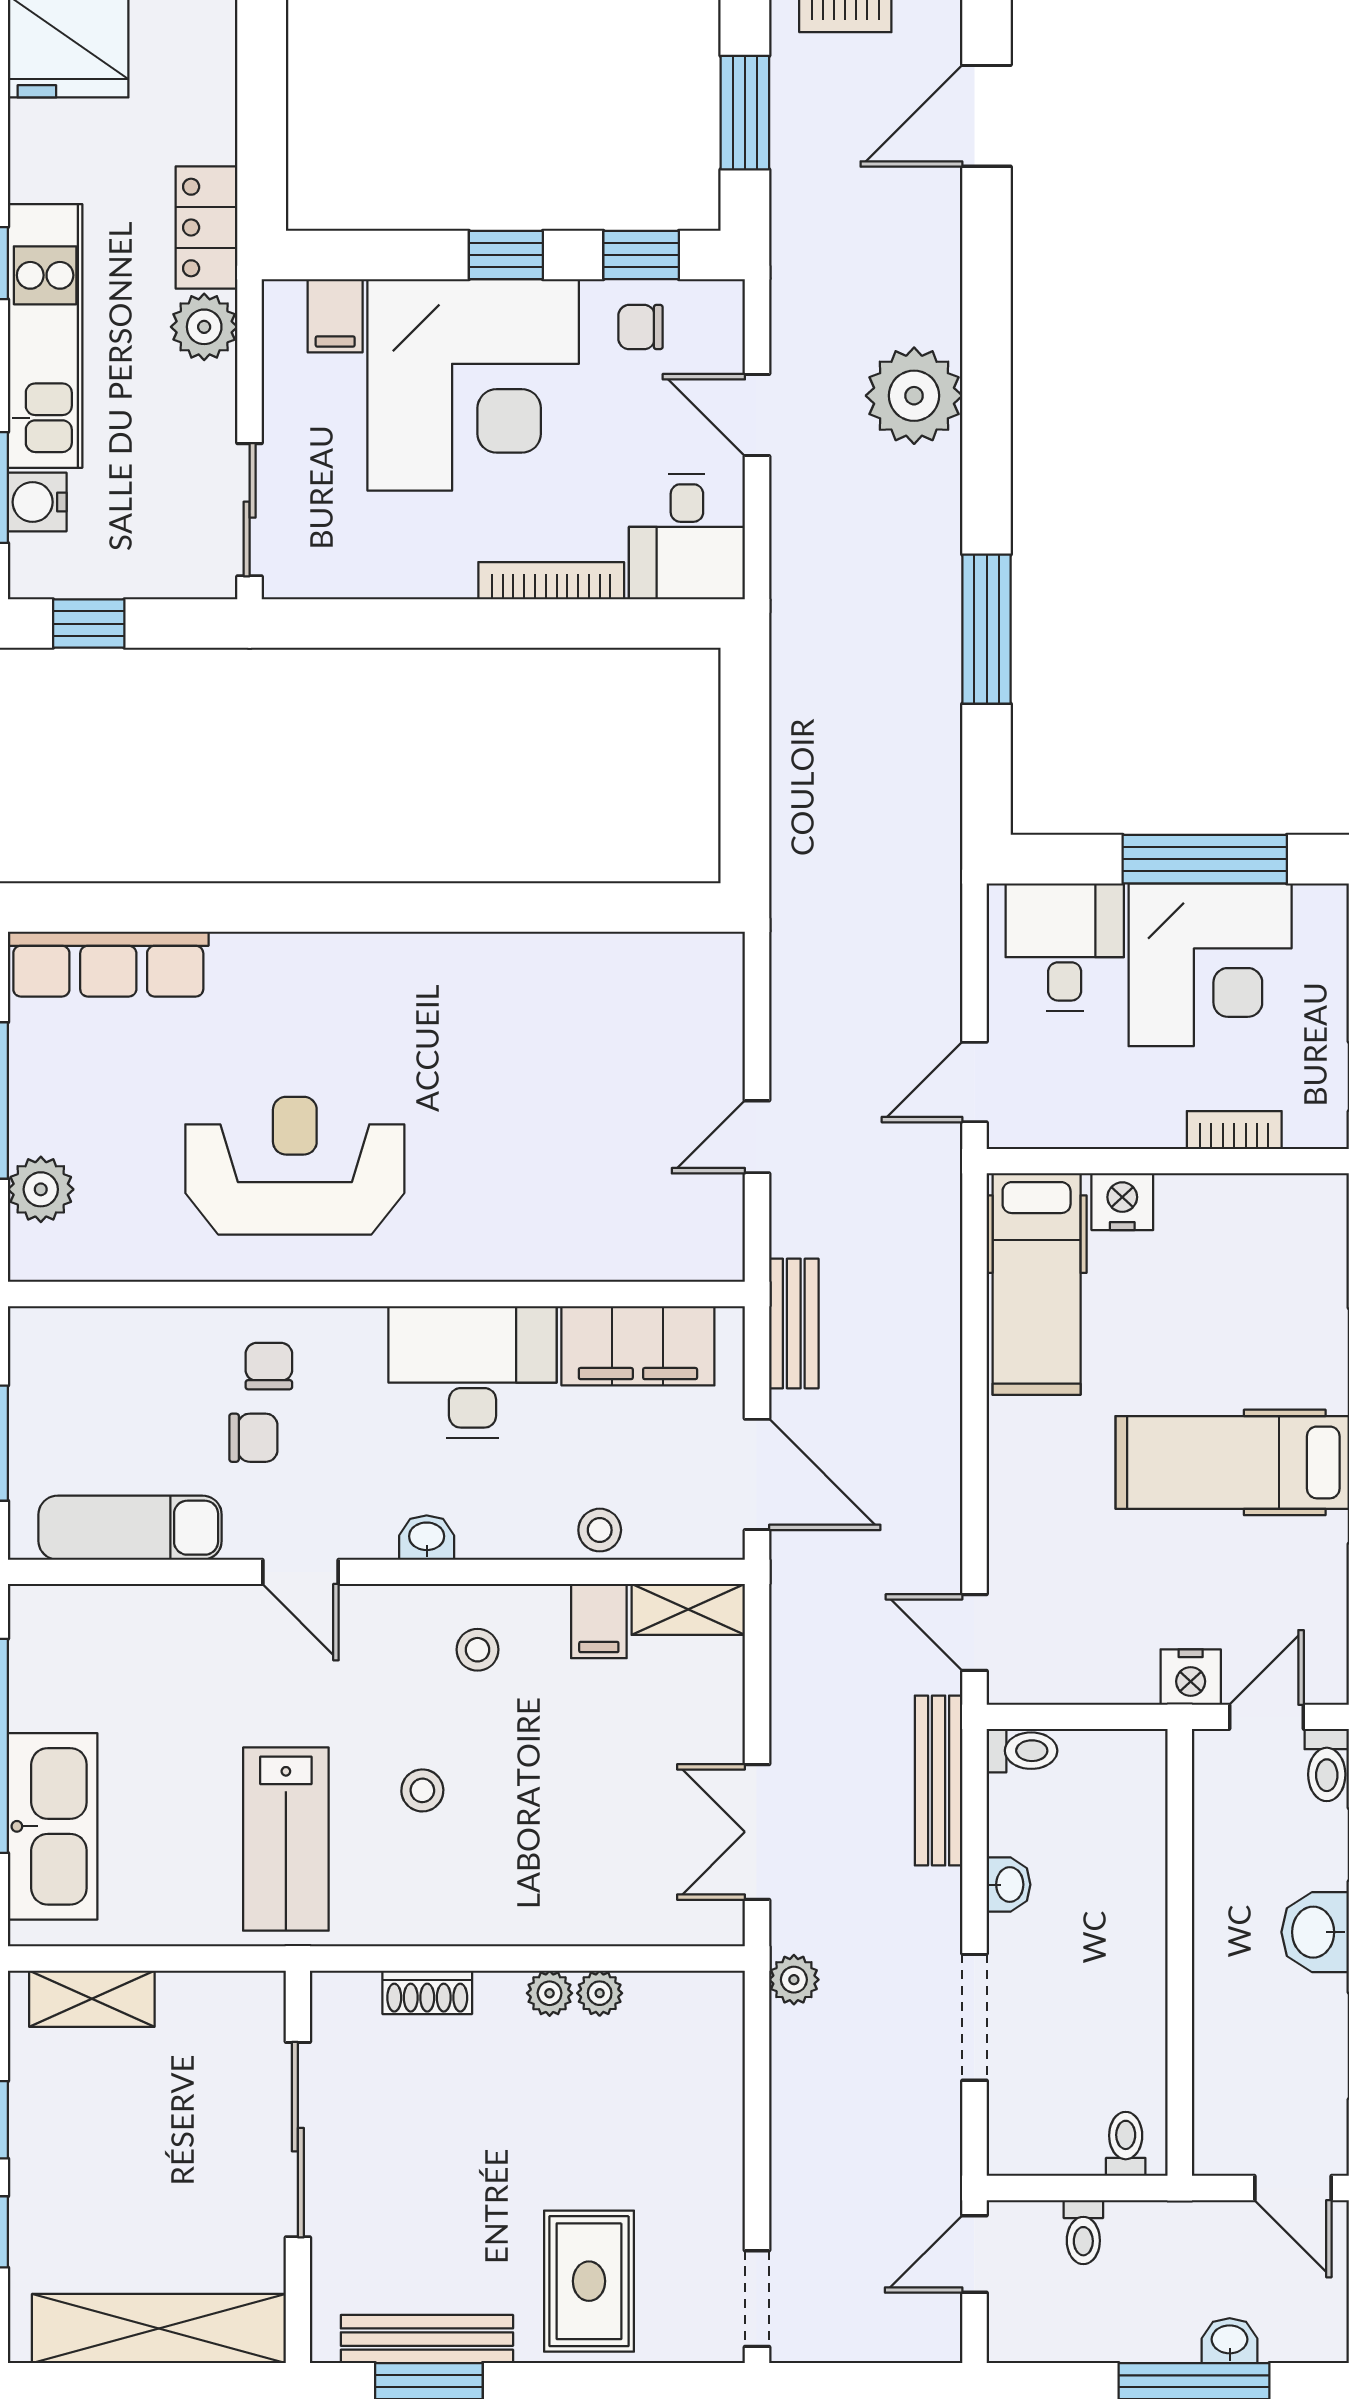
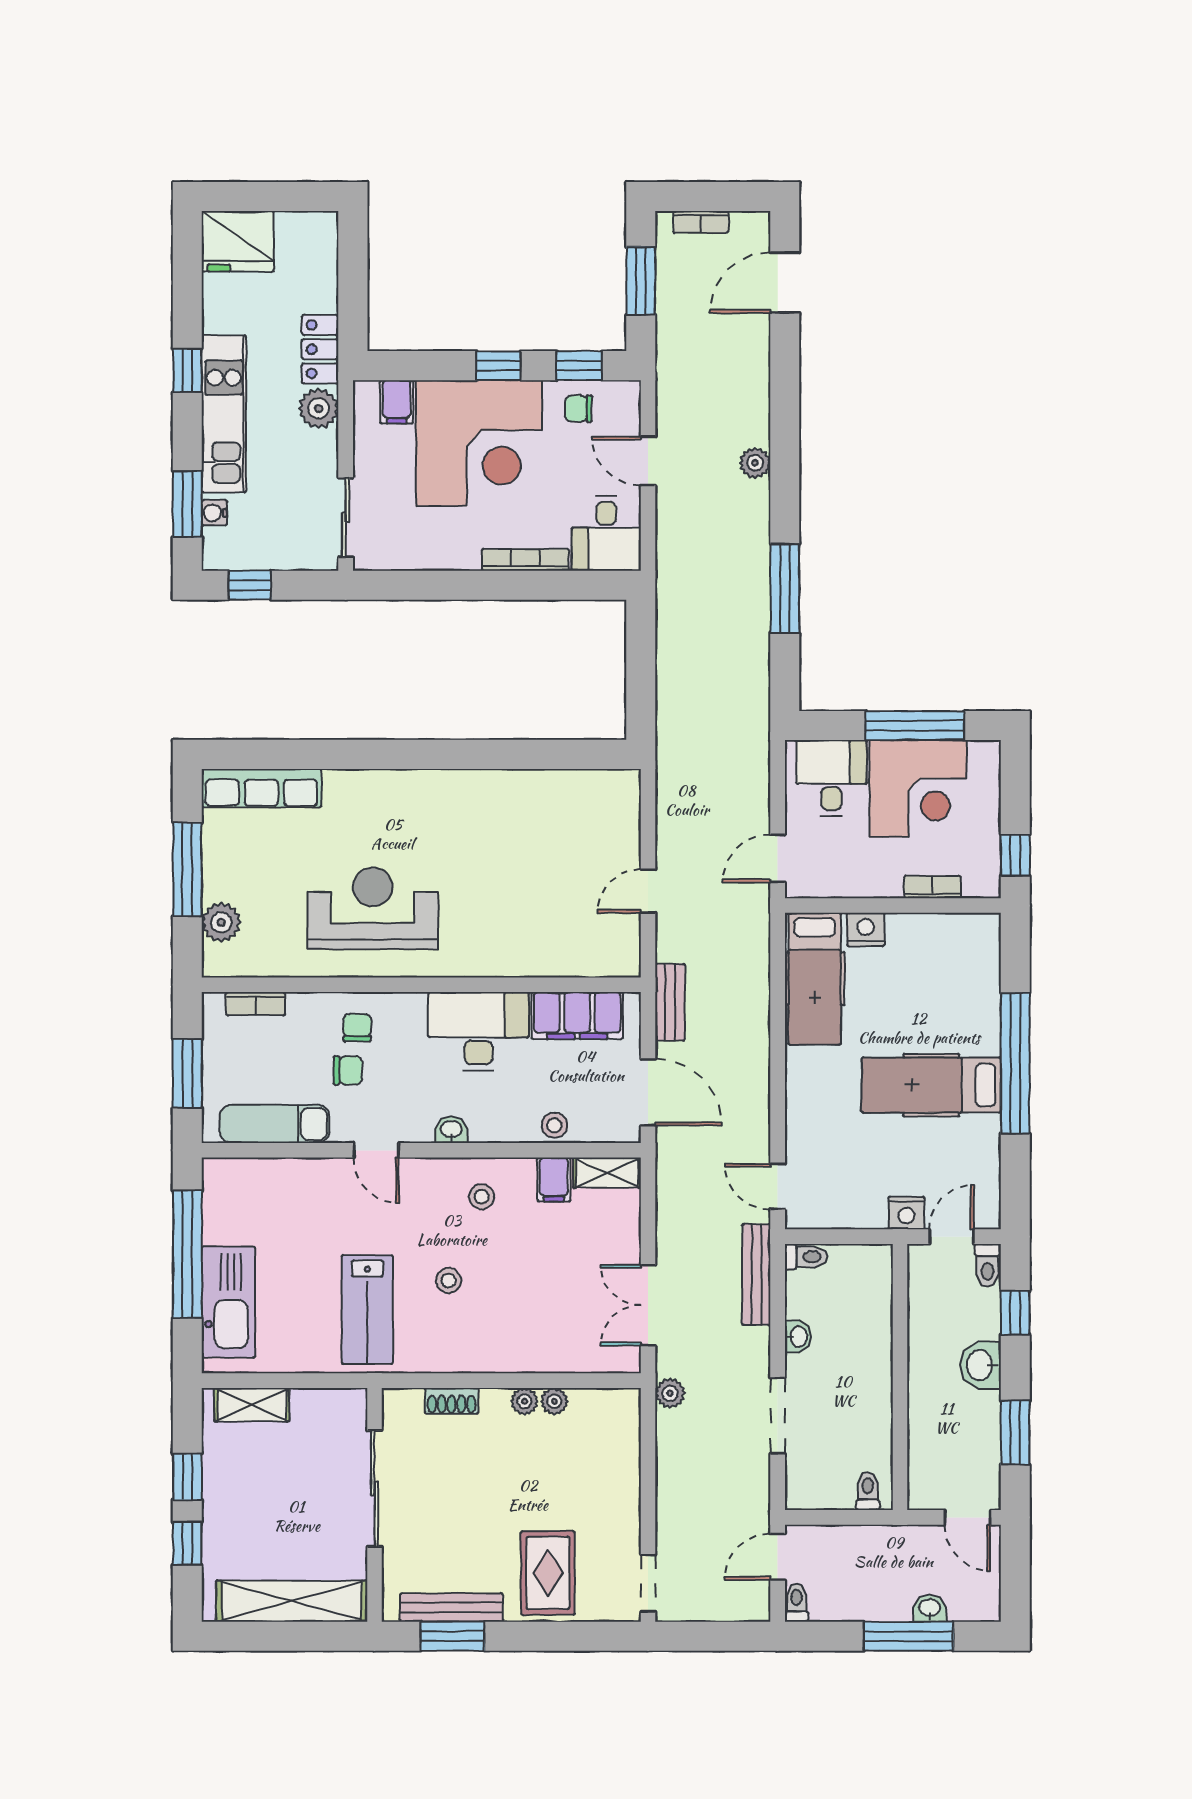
plant: (914, 396) -> (755, 463), width x0.53, depth x0.53
water cooler: (37, 502) -> (214, 513), width x0.72, depth x0.72
bookcase: (98, 1326) -> (256, 1004), added
toilet: (1083, 2232) -> (797, 1603), moved, turned 180

